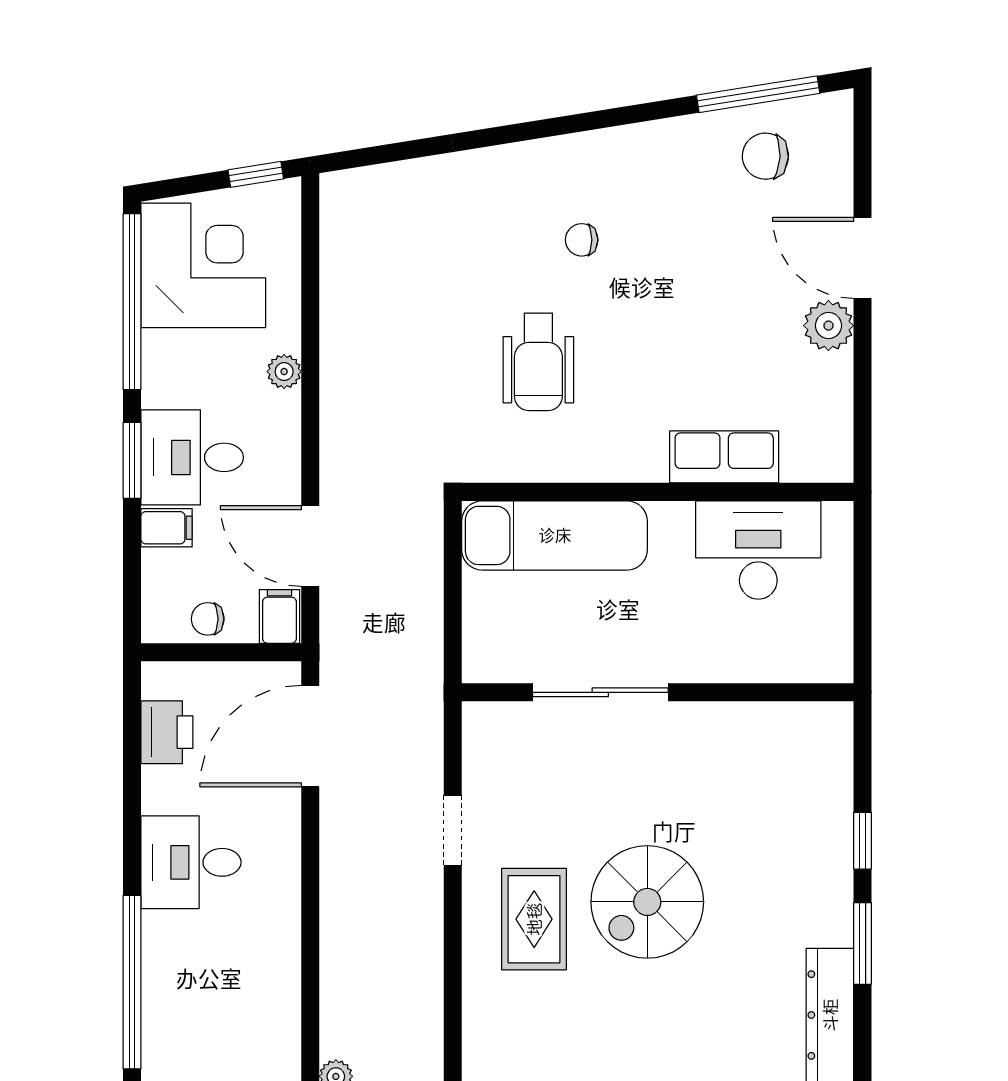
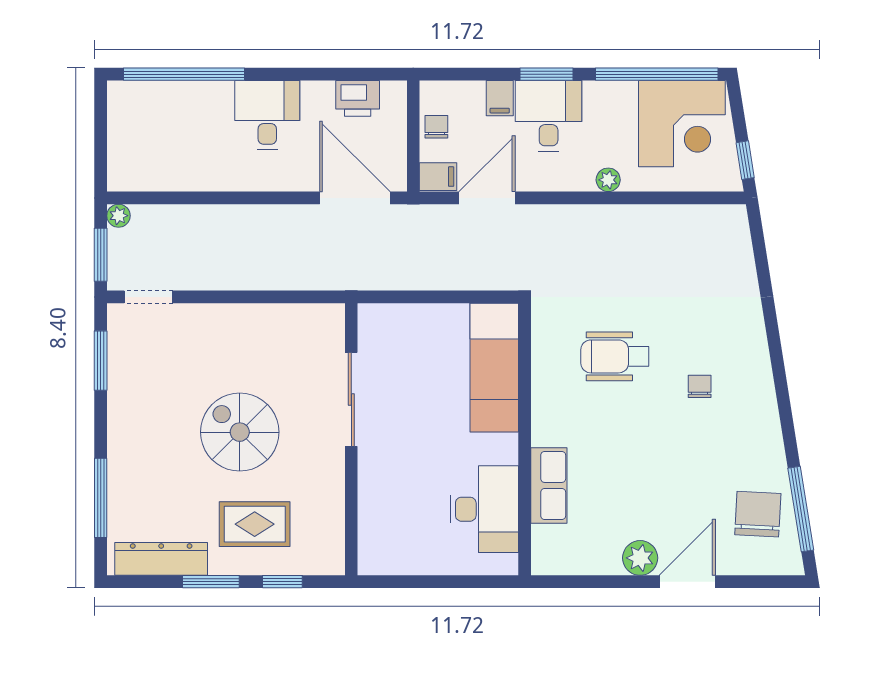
chair: (765, 156) -> (758, 514), width x1.37, depth x1.37
sliding door: (600, 692) -> (351, 399), moved
wall: (658, 692) -> (351, 439), moved
doorway: (453, 830) -> (148, 297), moved
rug: (534, 919) -> (255, 524), moved

